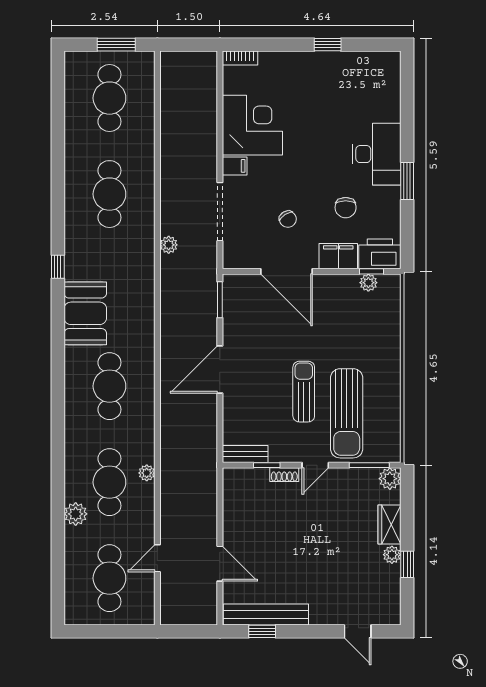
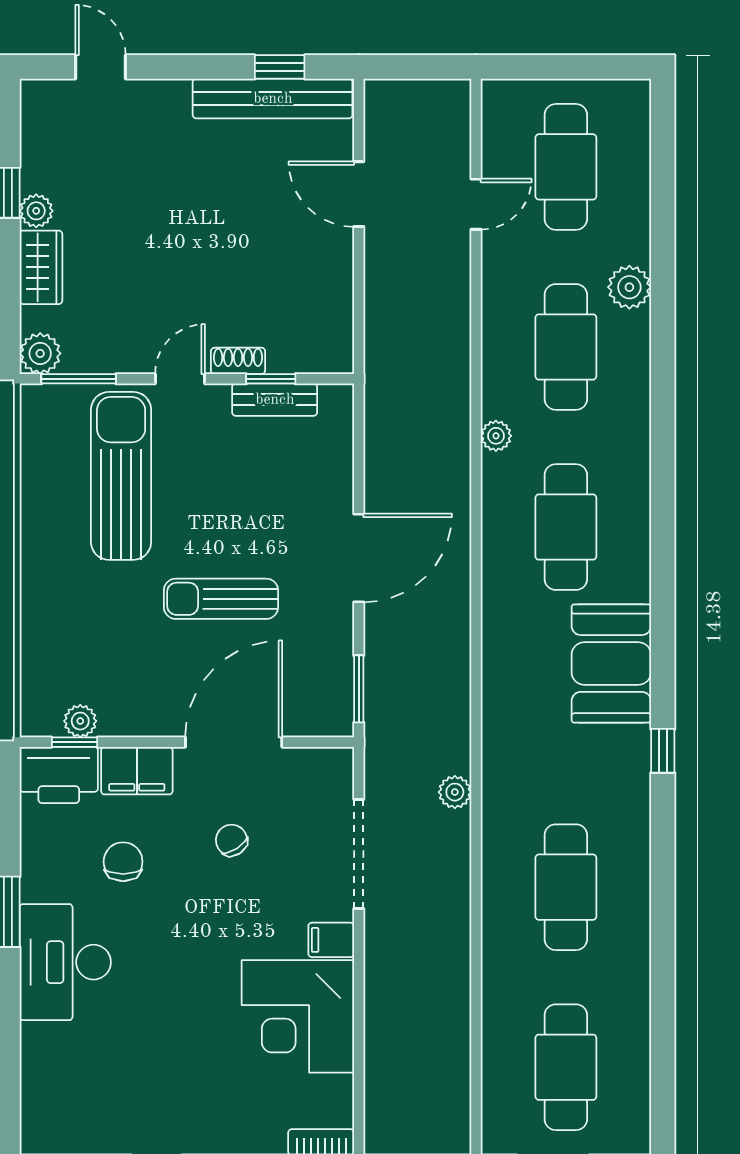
door: (287, 271) -> (234, 742), hinge flipped
sun lounger: (304, 392) -> (221, 599), moved, turned 90
bench: (245, 454) -> (275, 400), moved
plant: (147, 473) -> (496, 436), moved

